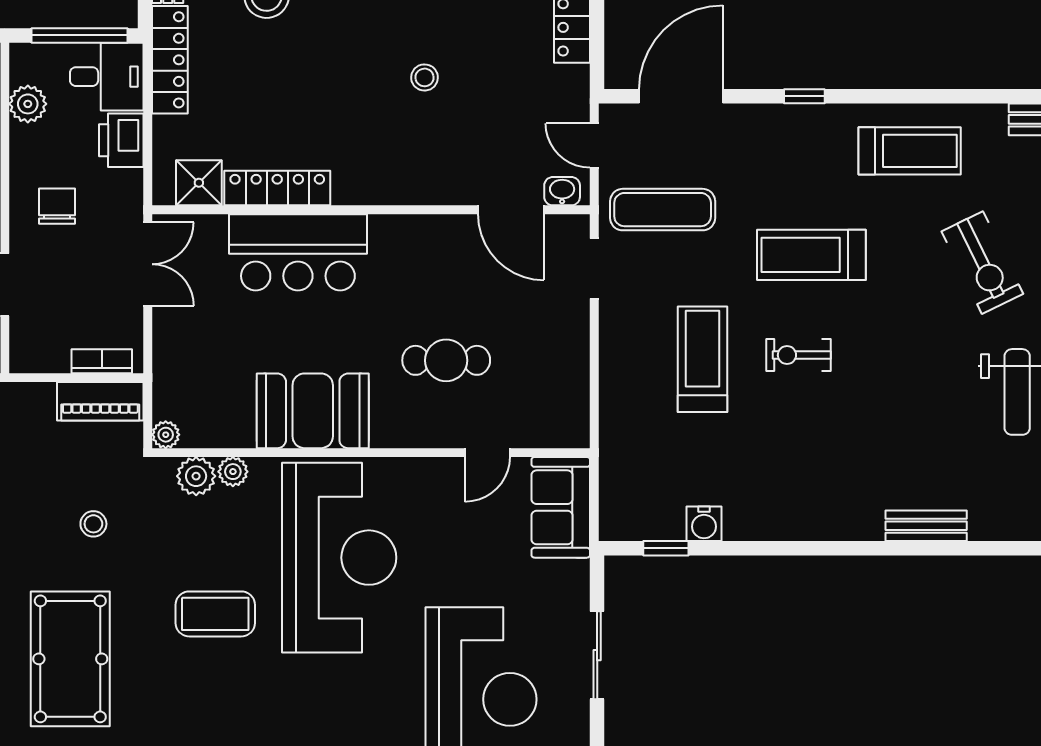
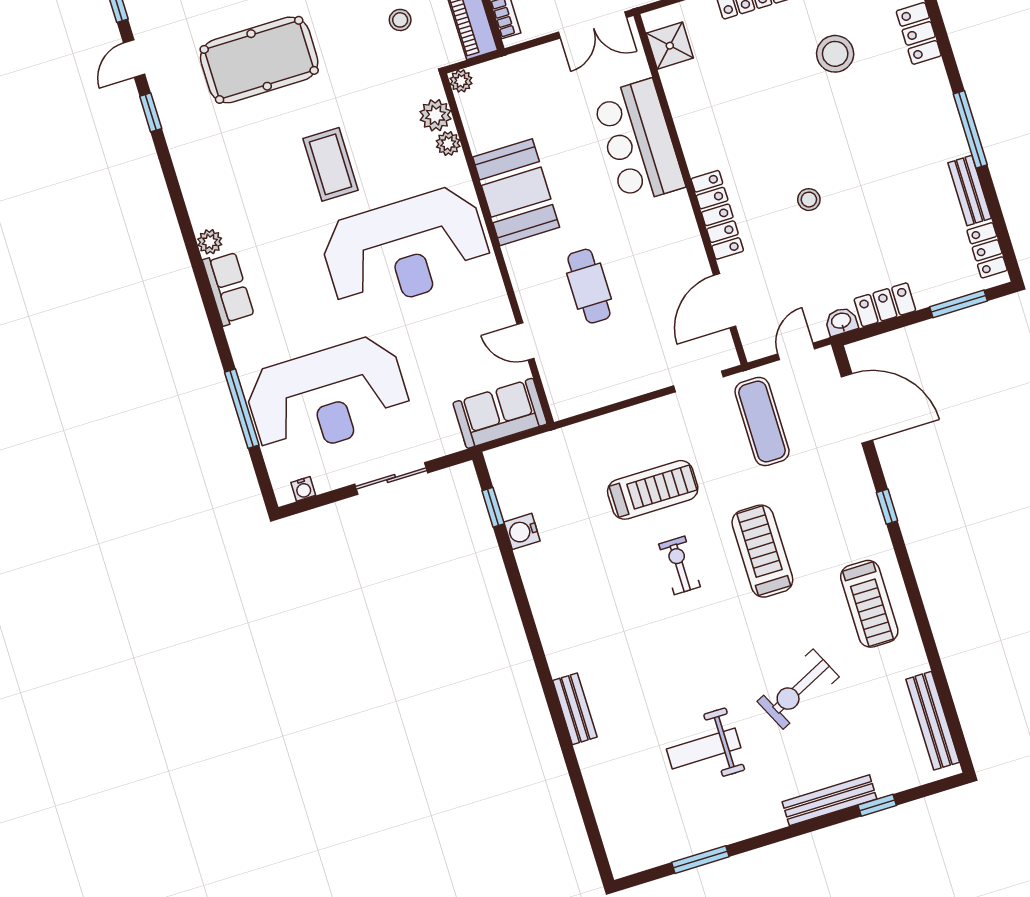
locker: (277, 188) -> (717, 215), moved
washbasin: (562, 191) -> (841, 321), moved, turned -90
stool: (93, 524) -> (400, 20), moved

